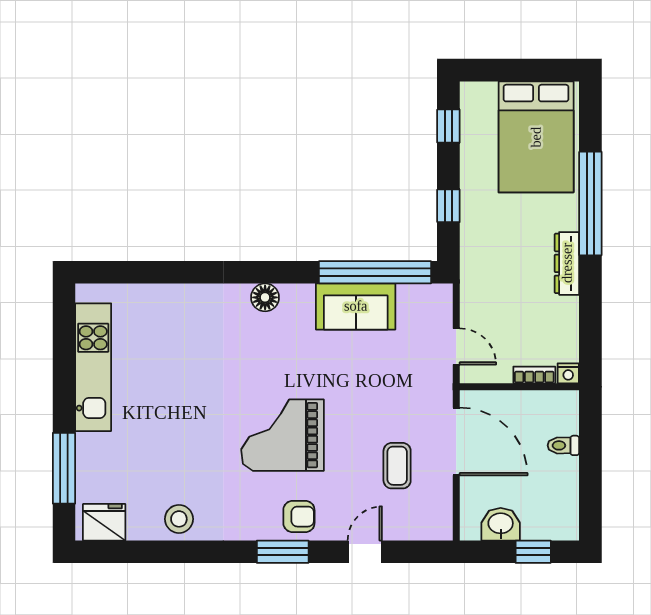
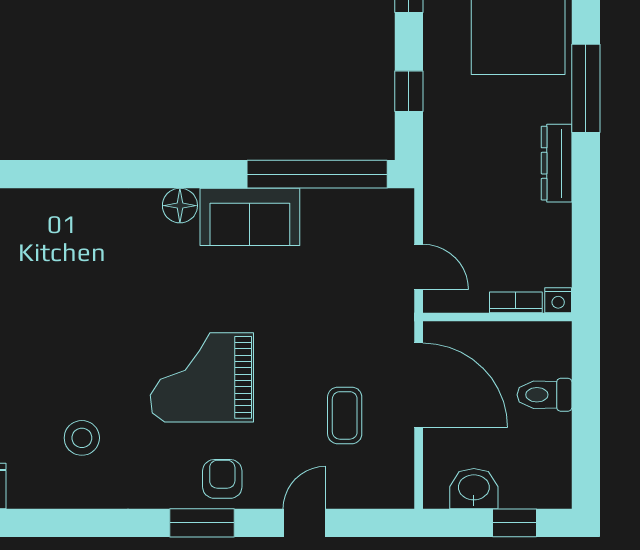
window: (590, 204) -> (586, 88), width x0.68
sofa: (356, 306) -> (250, 217), moved
toilet: (563, 445) -> (545, 395), width x1.37, depth x1.39
armchair: (299, 517) -> (222, 479), turned -90
stool: (179, 519) -> (82, 438), moved

